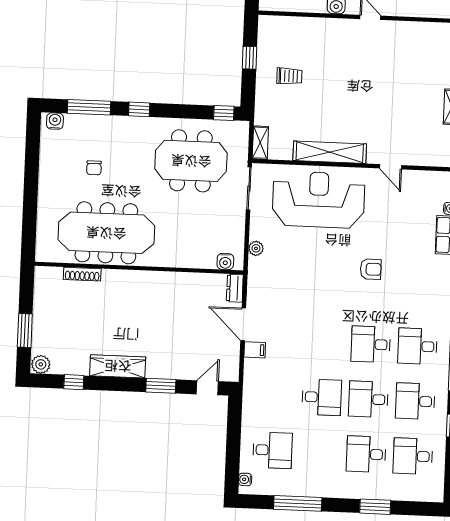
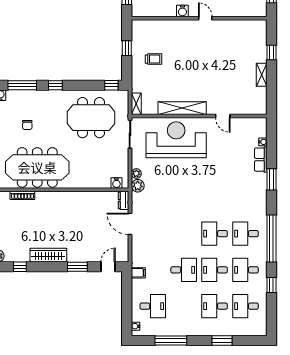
plant: (257, 267) -> (138, 186), added
armchair: (371, 269) -> (212, 184), removed
filing cabinet: (255, 350) -> (138, 273), moved

